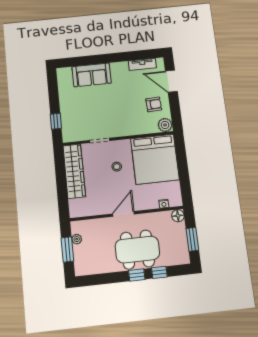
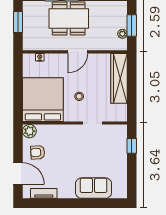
wardrobe: (74, 171) -> (119, 78), moved
floor lamp: (178, 216) -> (28, 45), removed

